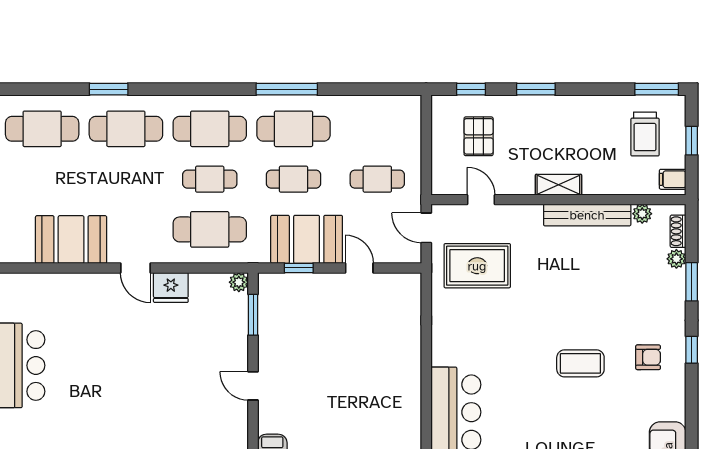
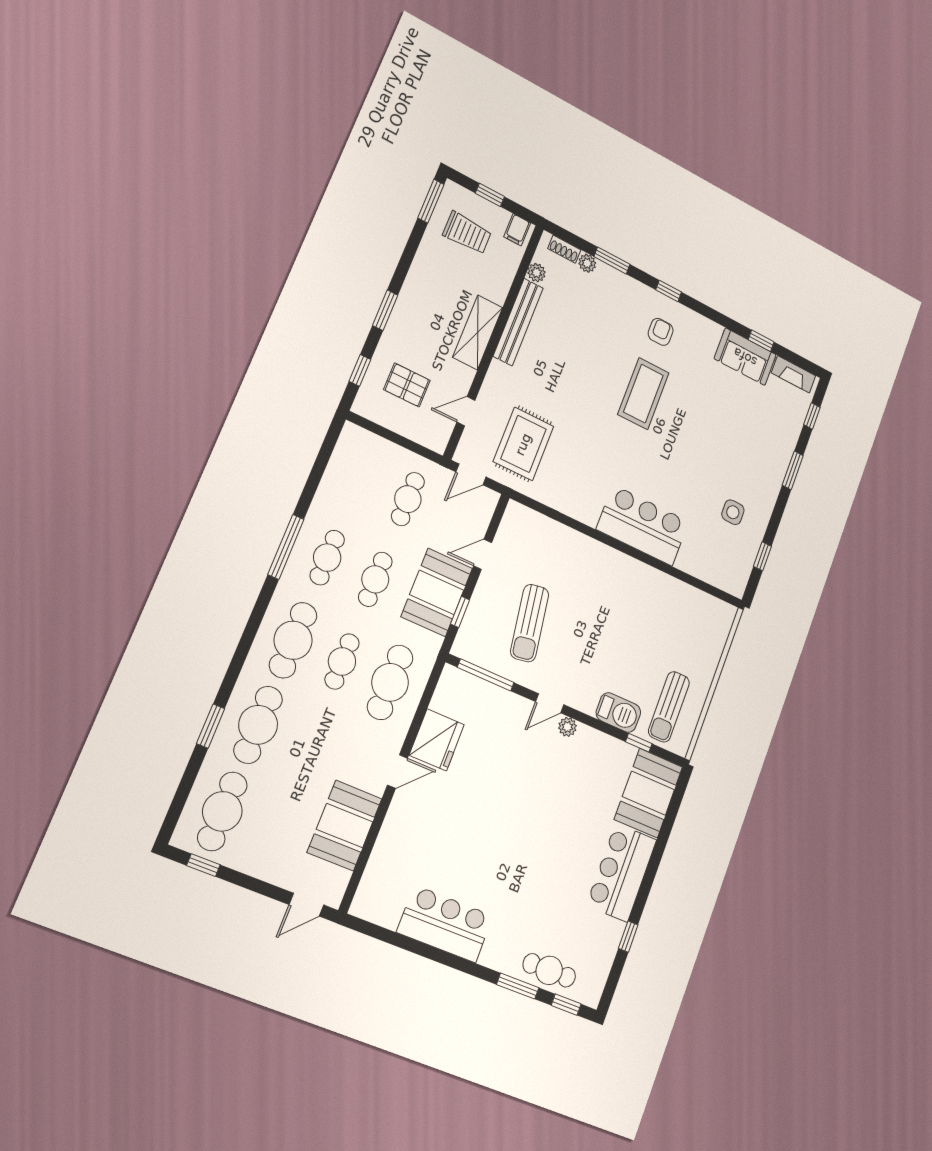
cafe table: (294, 129) -> (327, 558), width x0.73, depth x0.74
shelving: (558, 185) -> (478, 332), width x1.50, depth x1.33
plant: (239, 282) -> (567, 727), moved
fridge: (171, 287) -> (437, 740), width x1.36, depth x1.34
window: (253, 315) -> (486, 675), width x1.44
sun lounger: (317, 337) -> (530, 623), added
coffee table: (580, 363) -> (643, 394), width x1.36, depth x1.32

